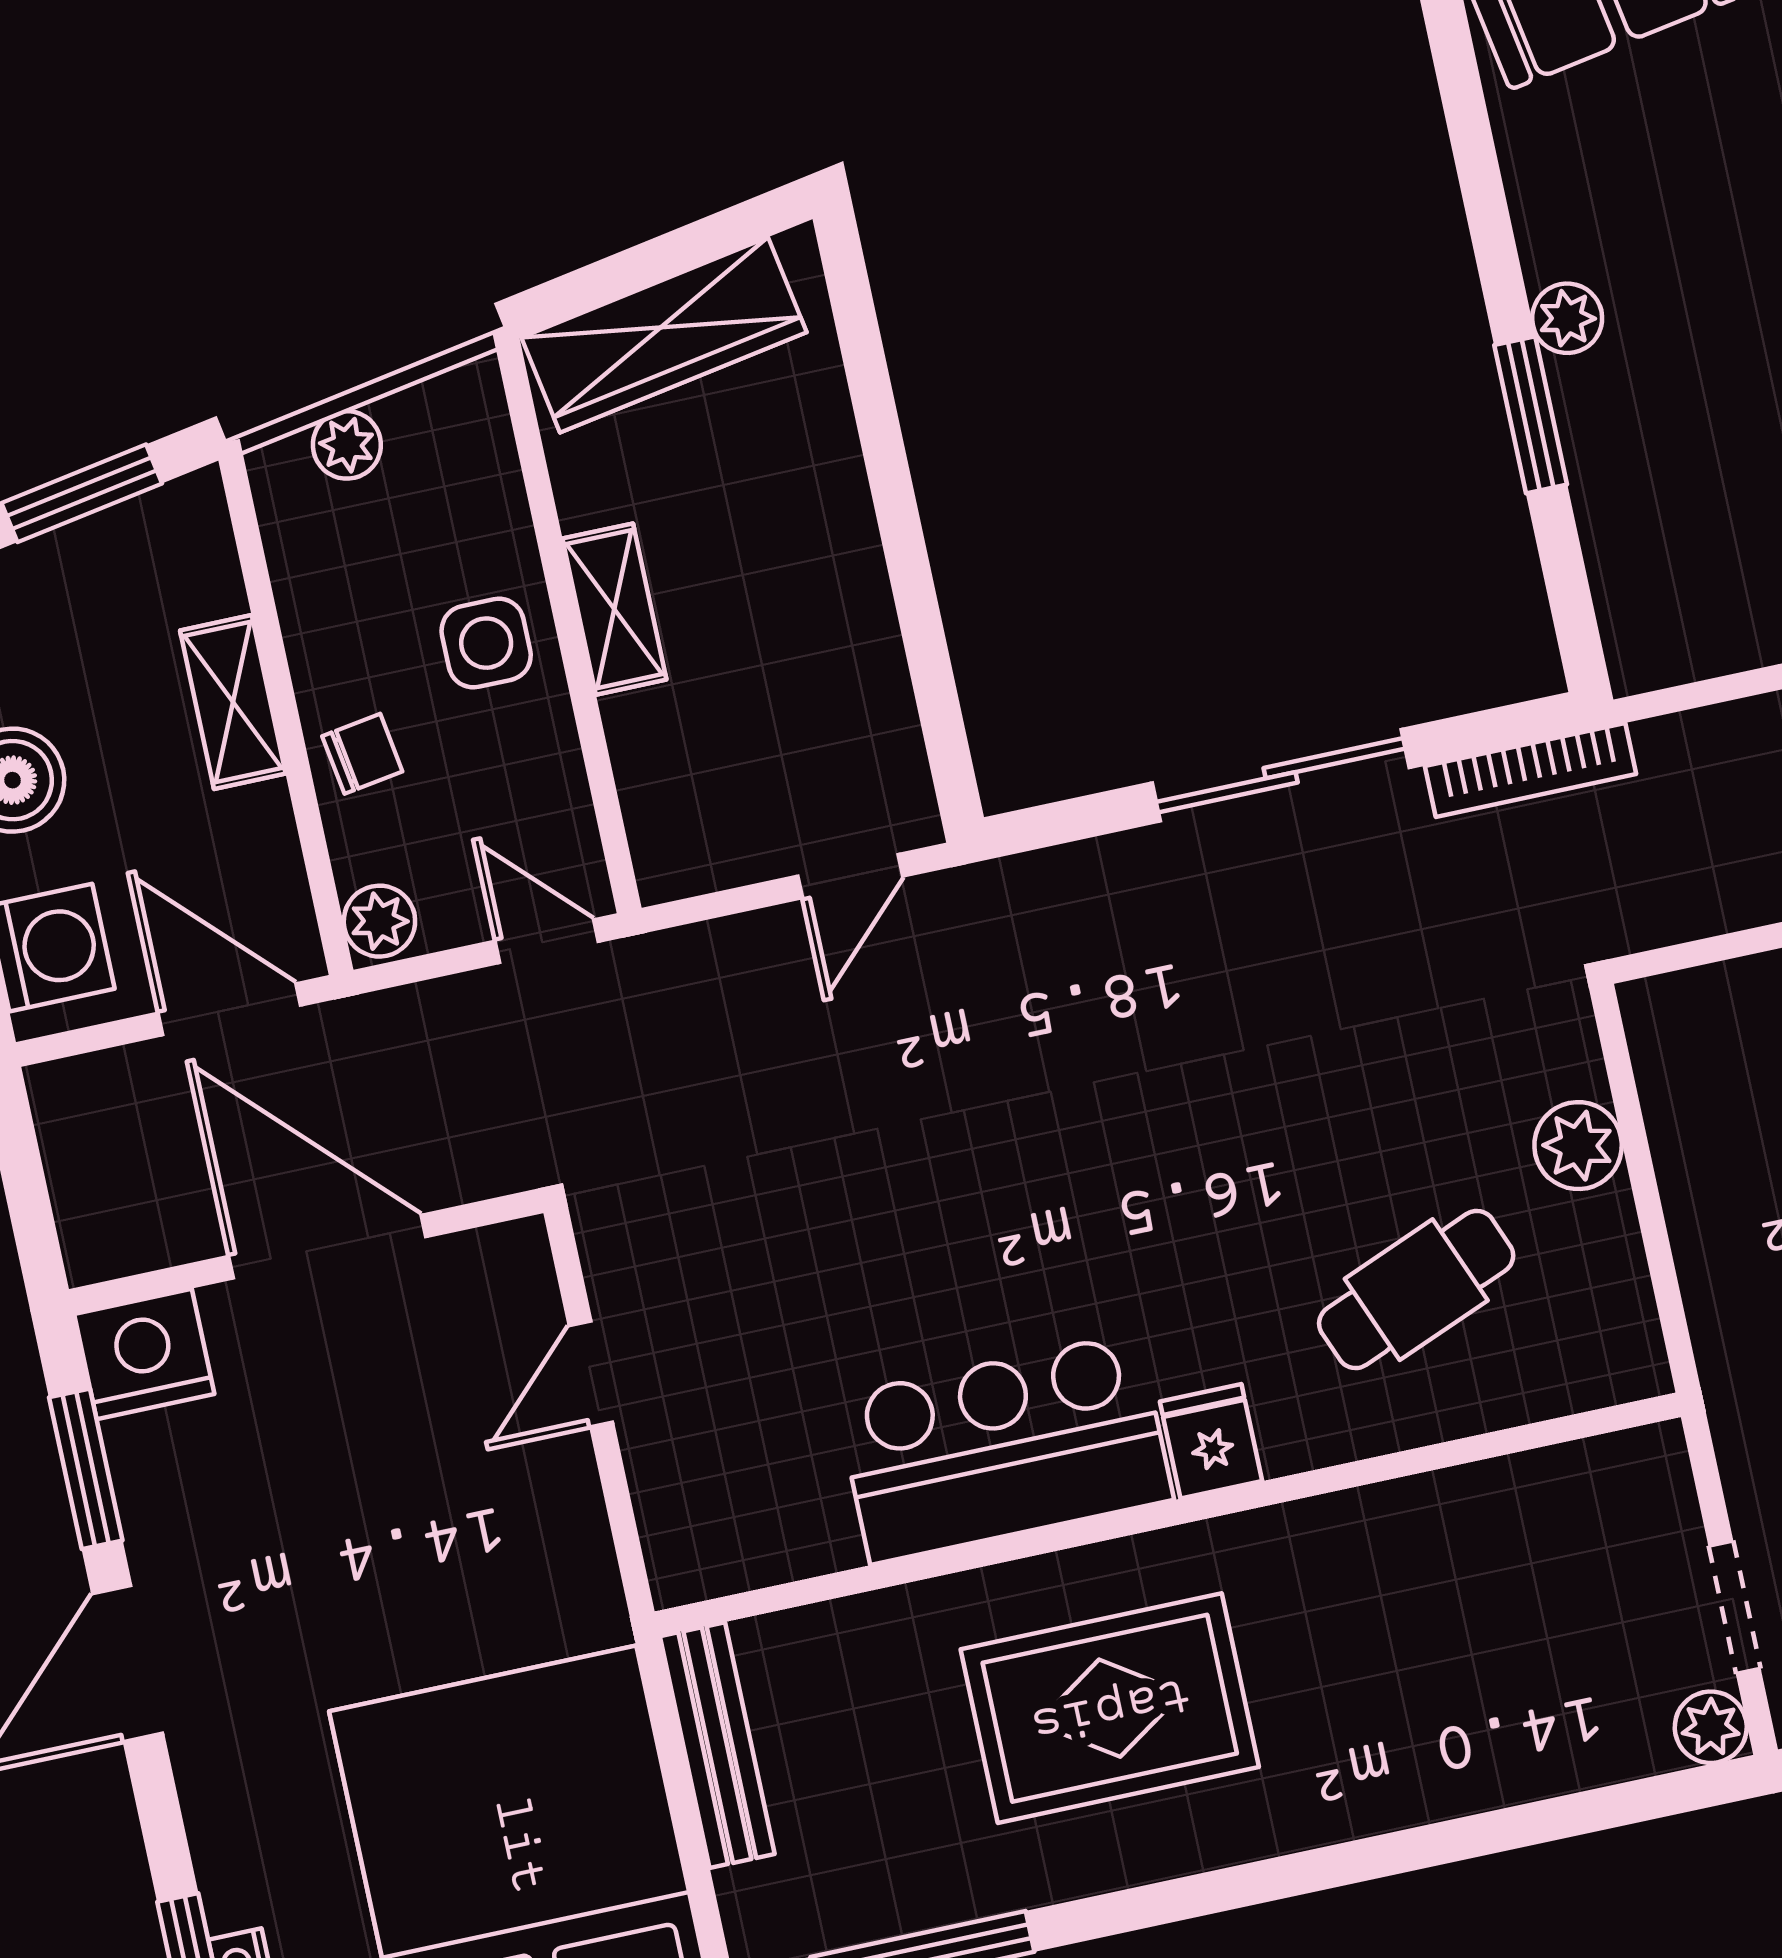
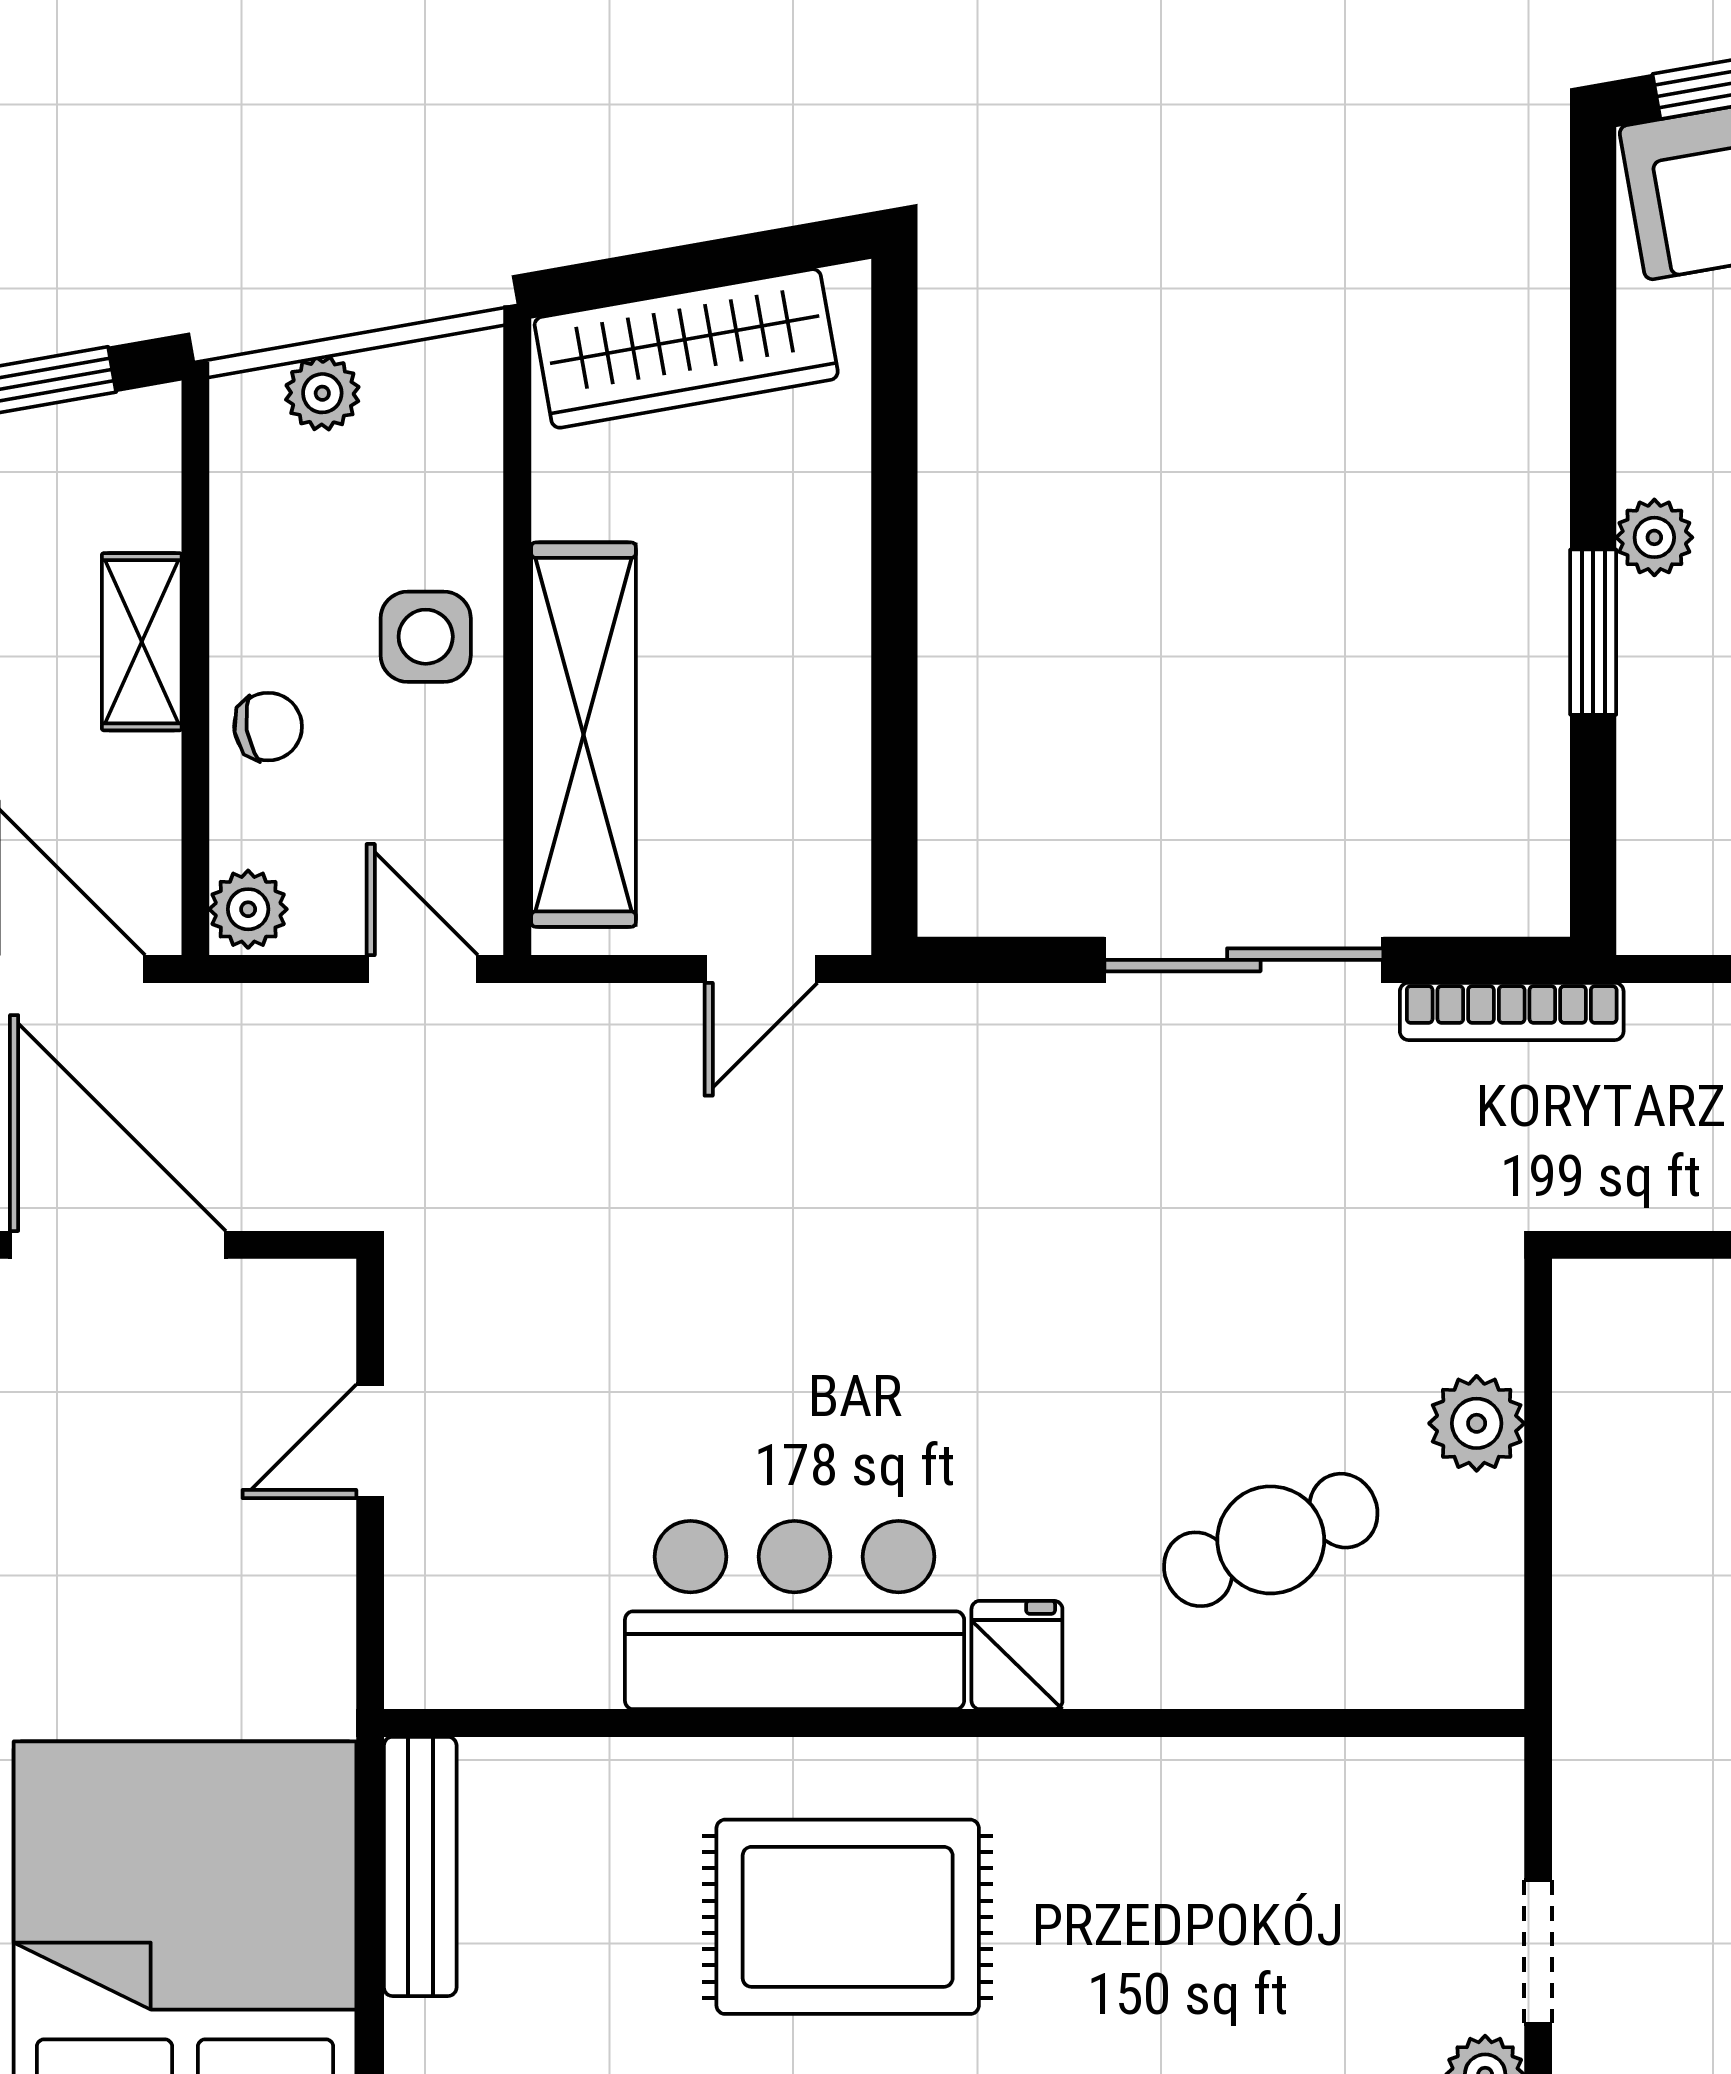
shelving: (614, 609) -> (583, 735), width x2.20, depth x1.33

